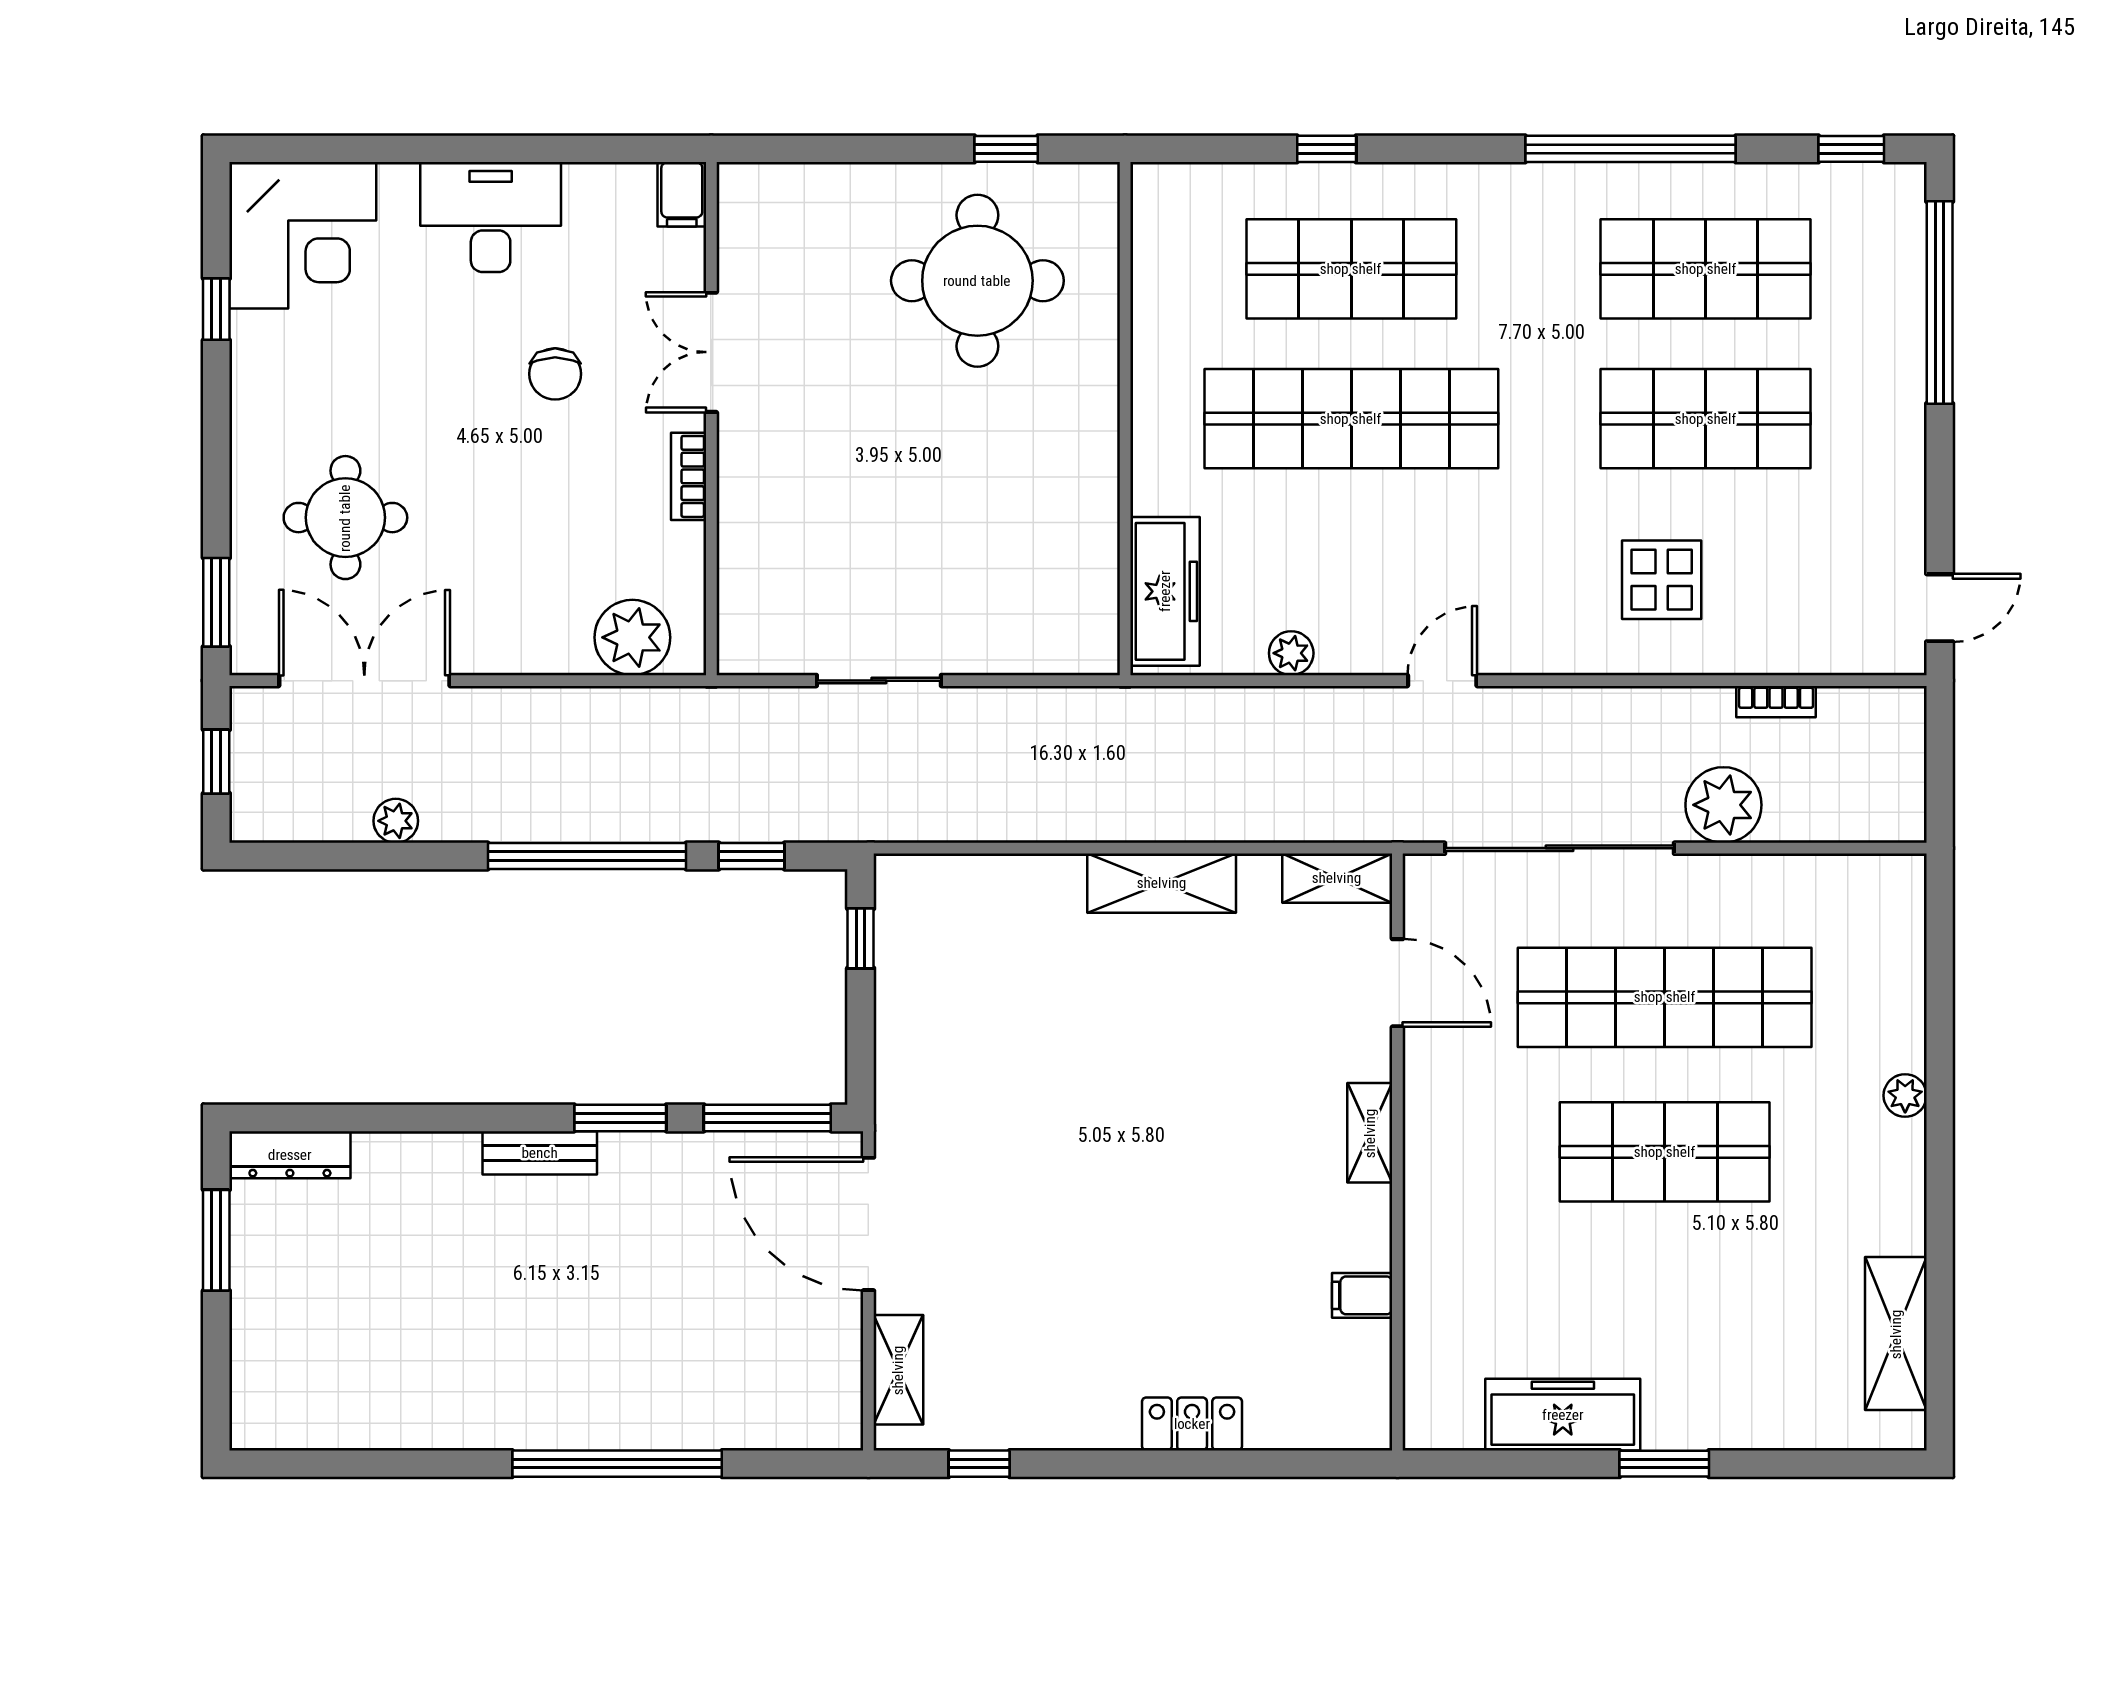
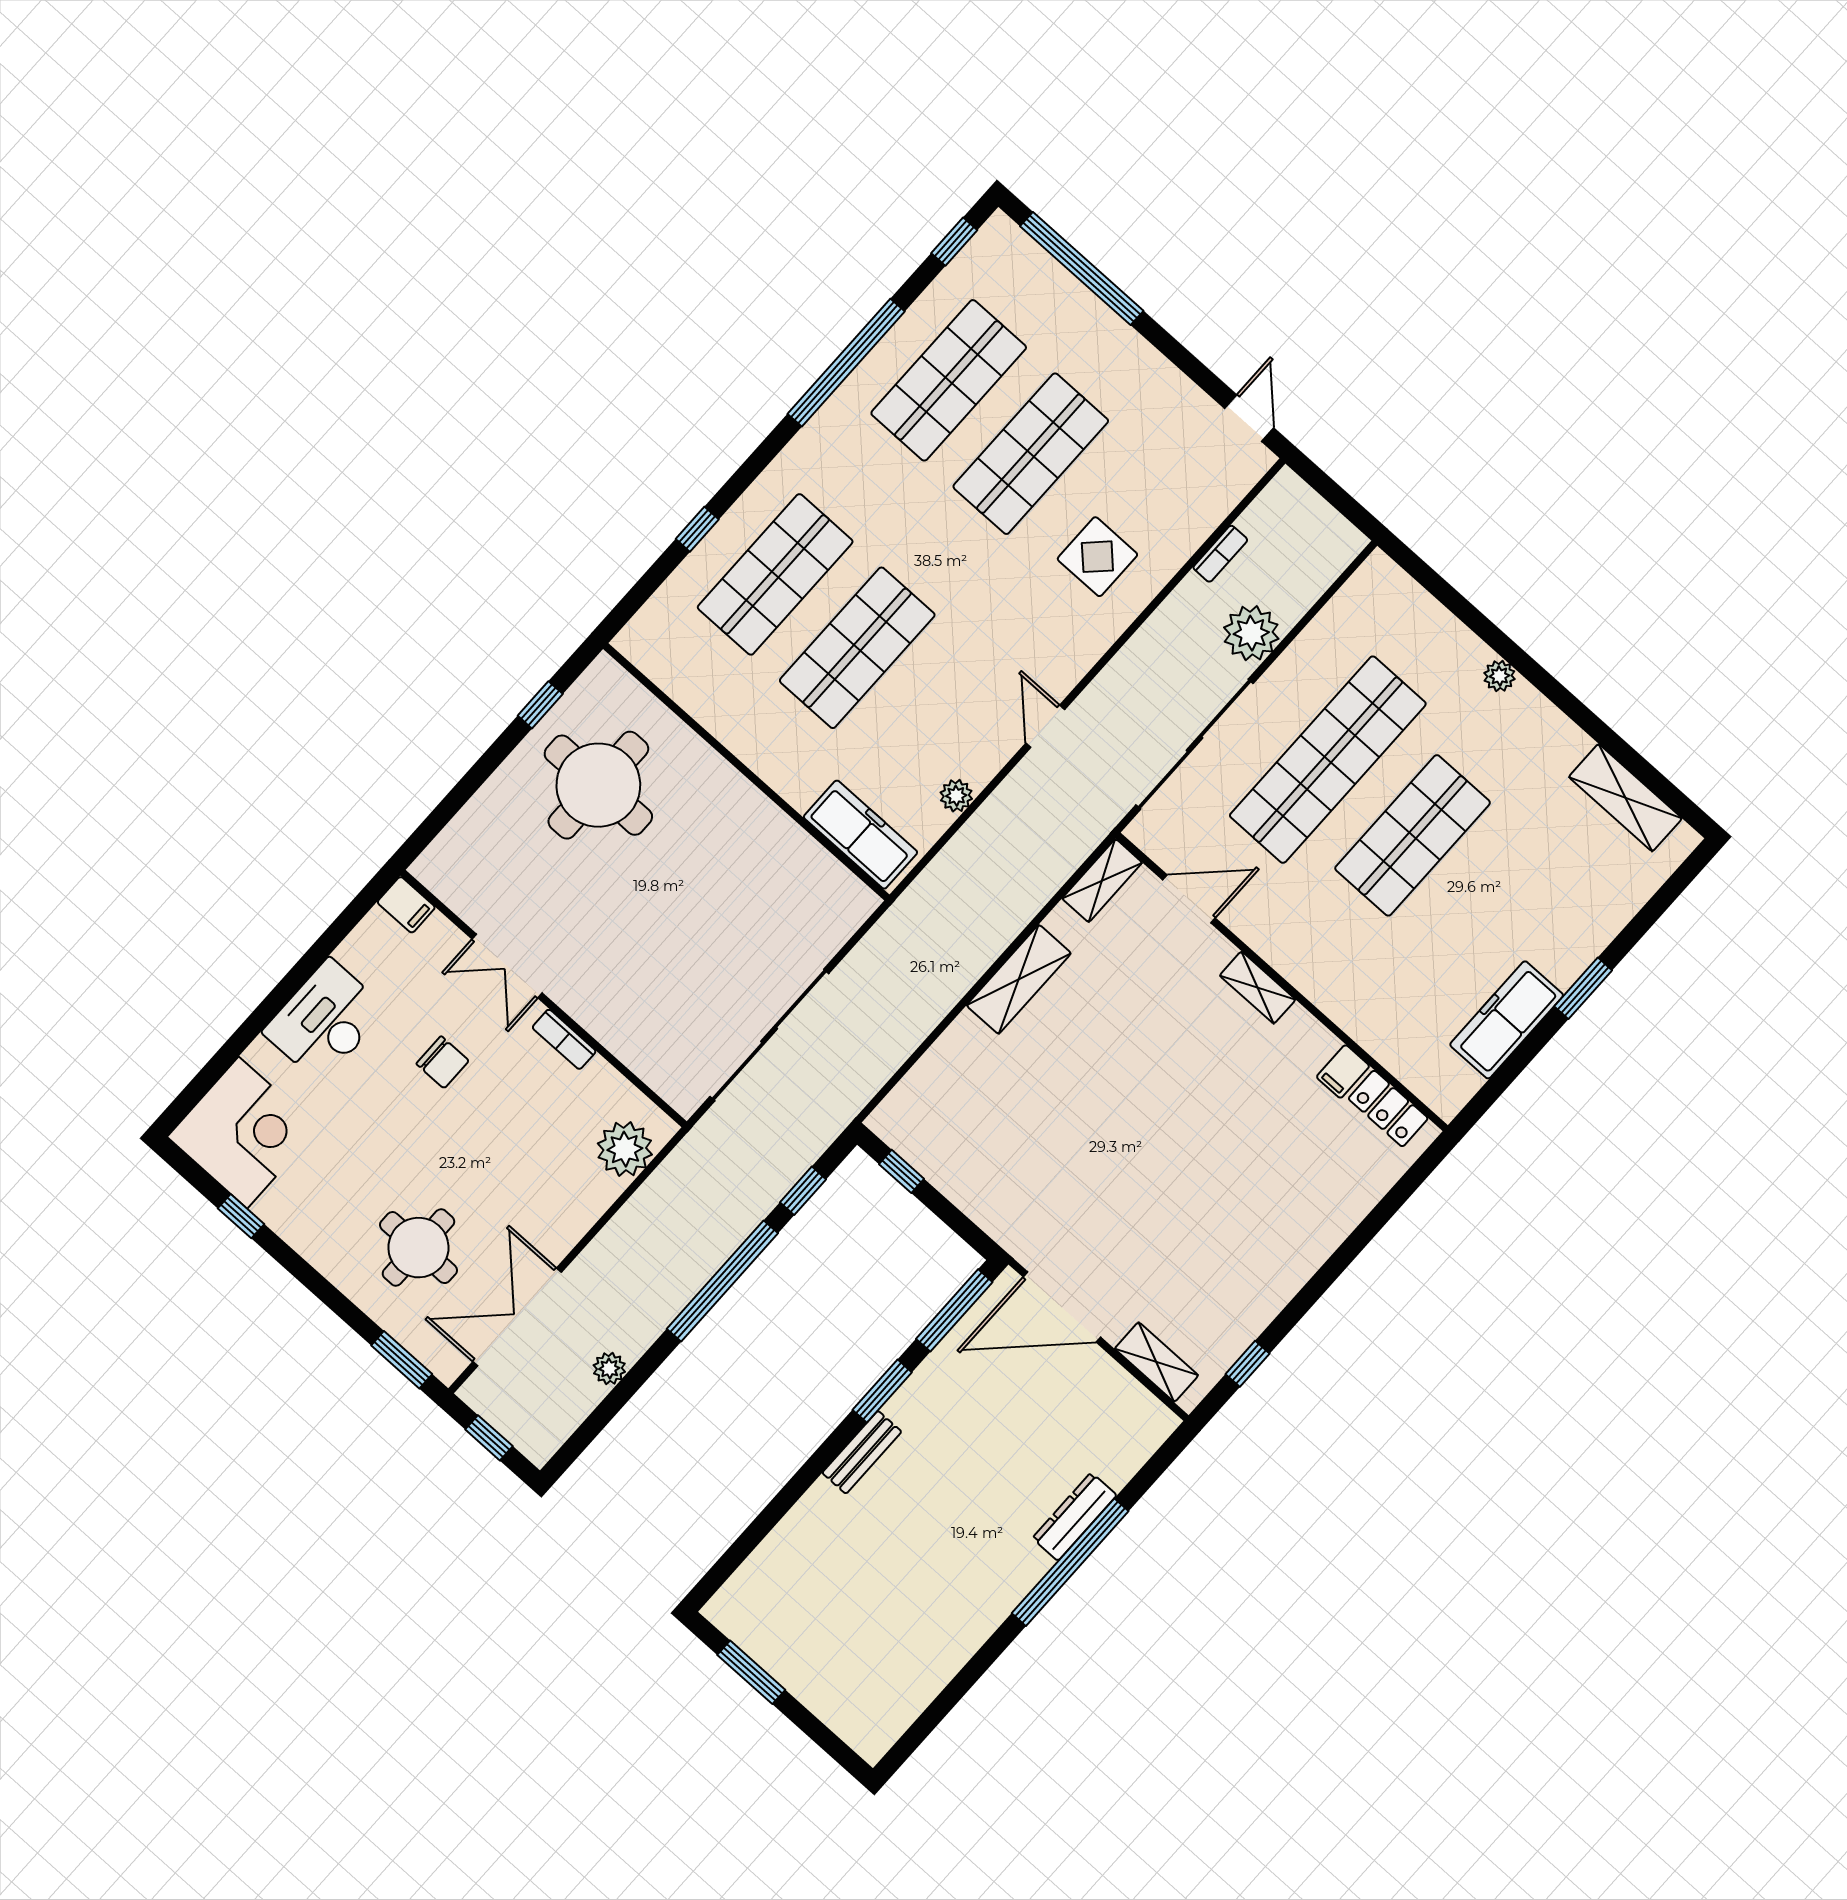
shop shelf: (1351, 419) -> (857, 648), width x0.71
sliding door: (879, 681) -> (769, 1035), width x1.86
dresser: (290, 1155) -> (1075, 1517), moved, turned 180
locker: (1192, 1424) -> (1388, 1108), moved, turned -90

